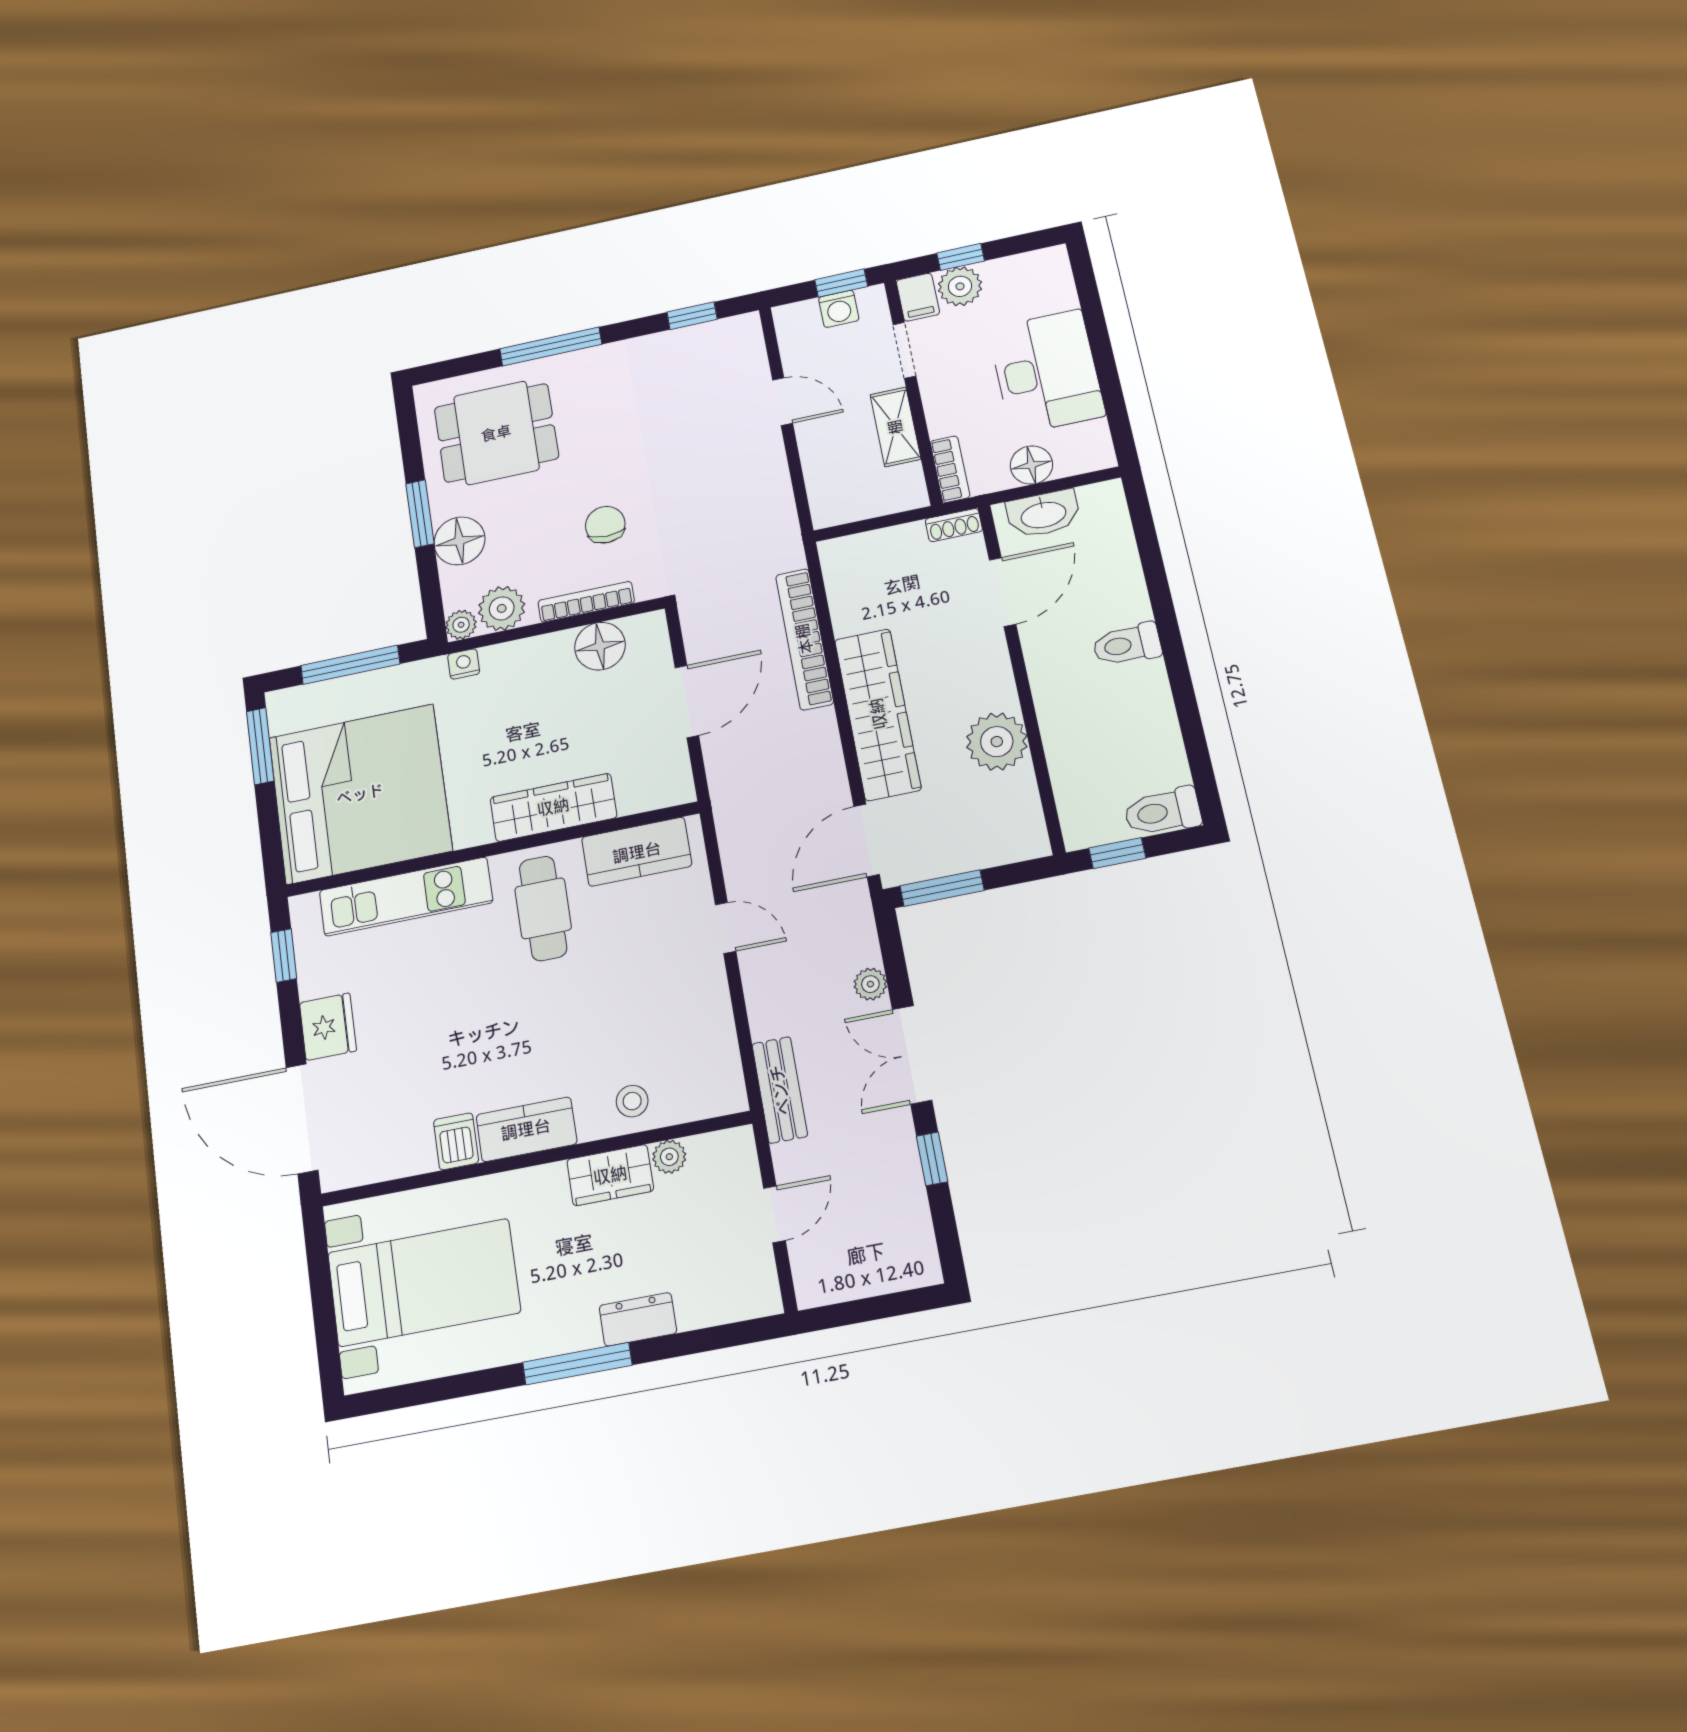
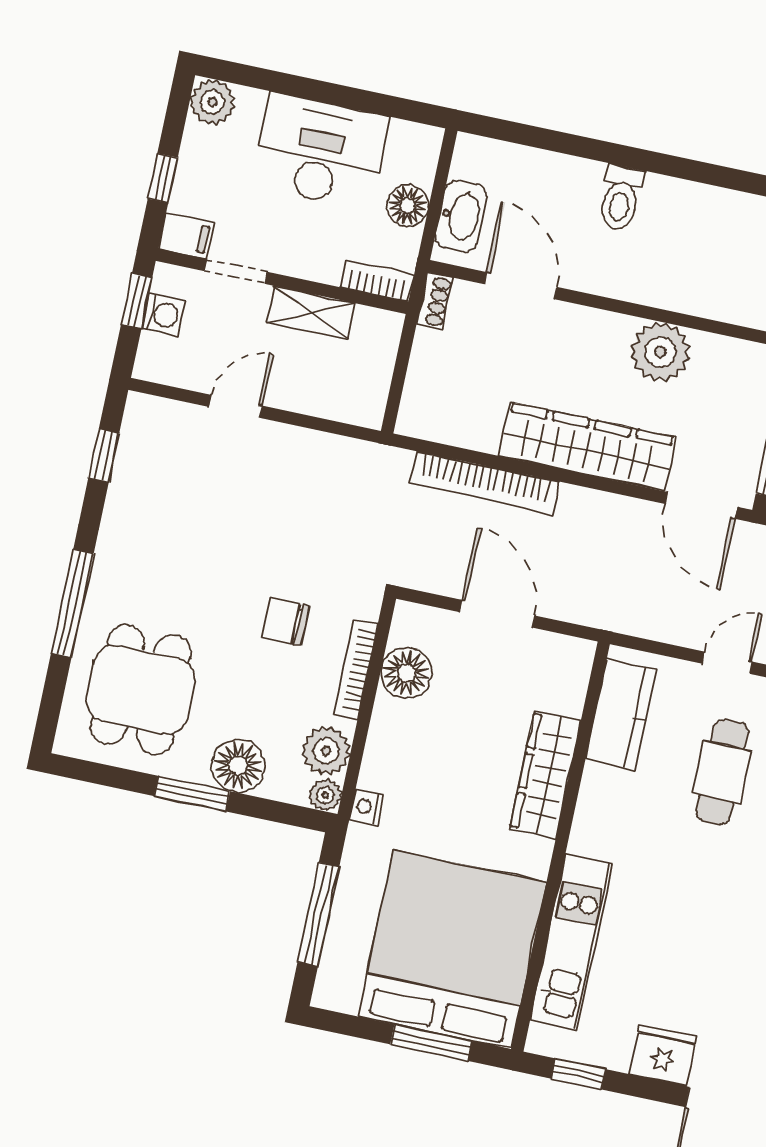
plant: (960, 286) -> (213, 102), moved
window: (260, 746) -> (431, 1043), moved
cafe table: (543, 908) -> (722, 772), moved, turned 90

